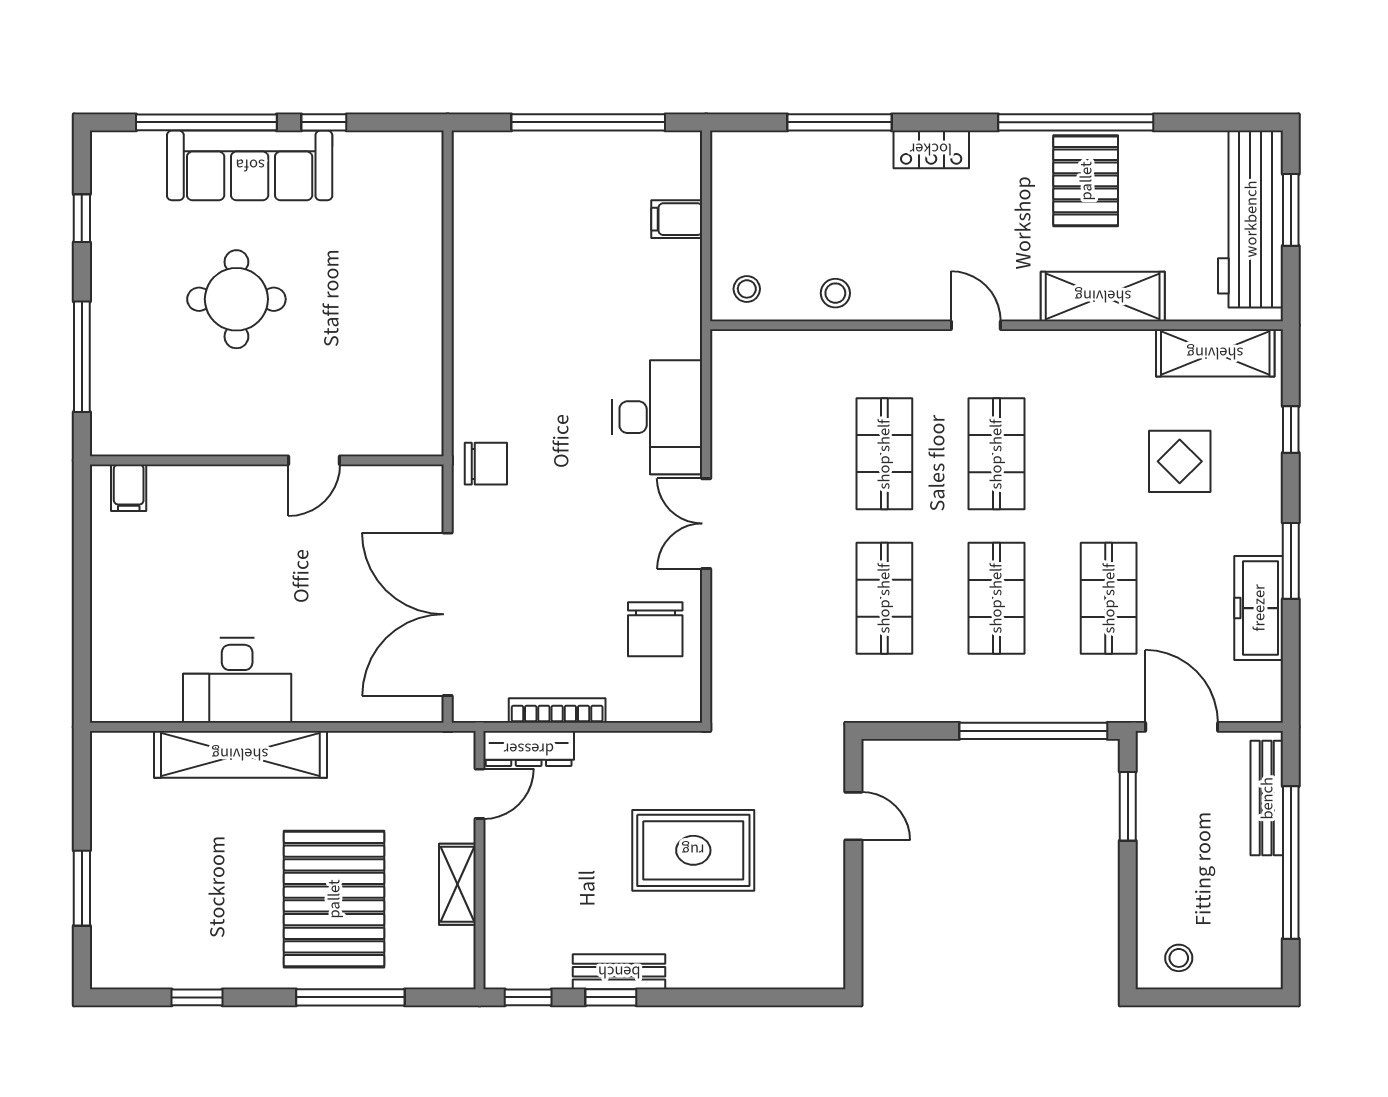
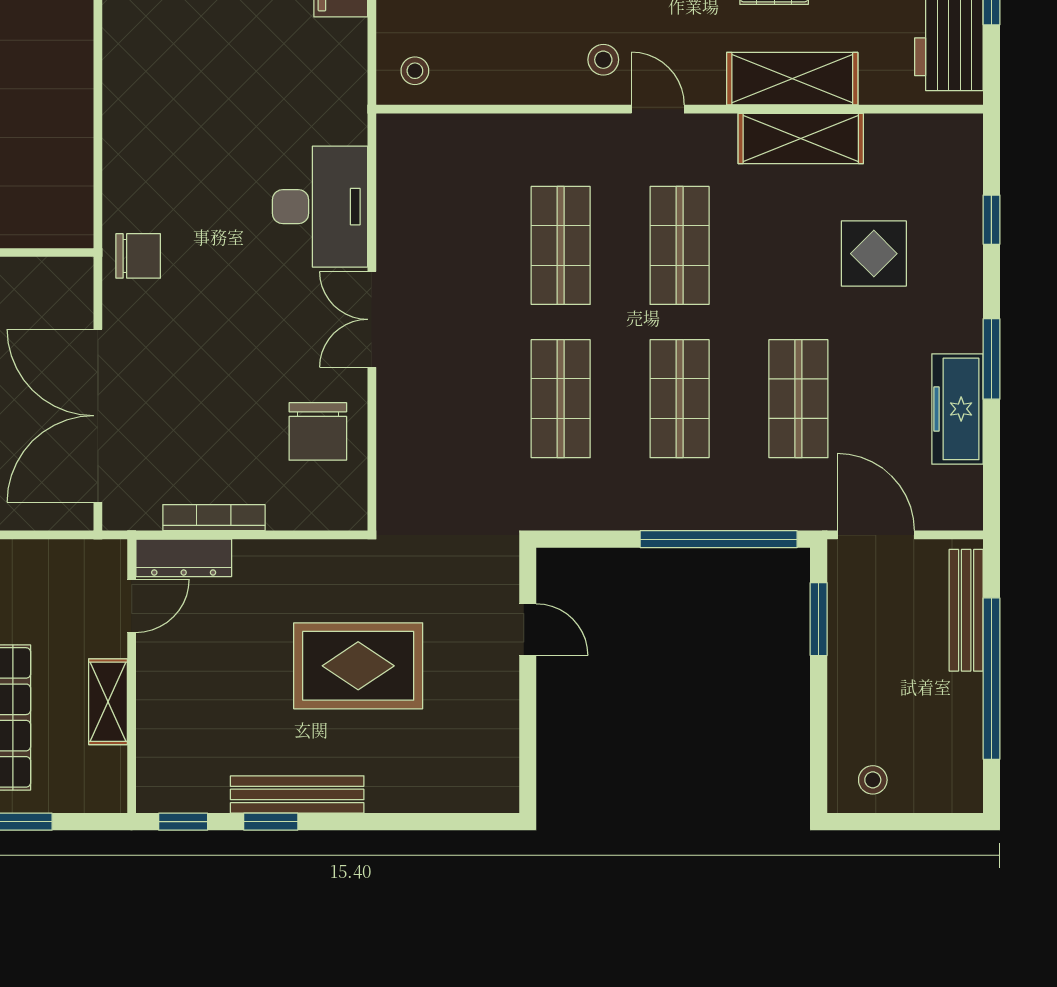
stool: (835, 293) -> (603, 60), moved
shelving: (1215, 353) -> (801, 138), moved
bench: (619, 972) -> (297, 794), width x1.36

